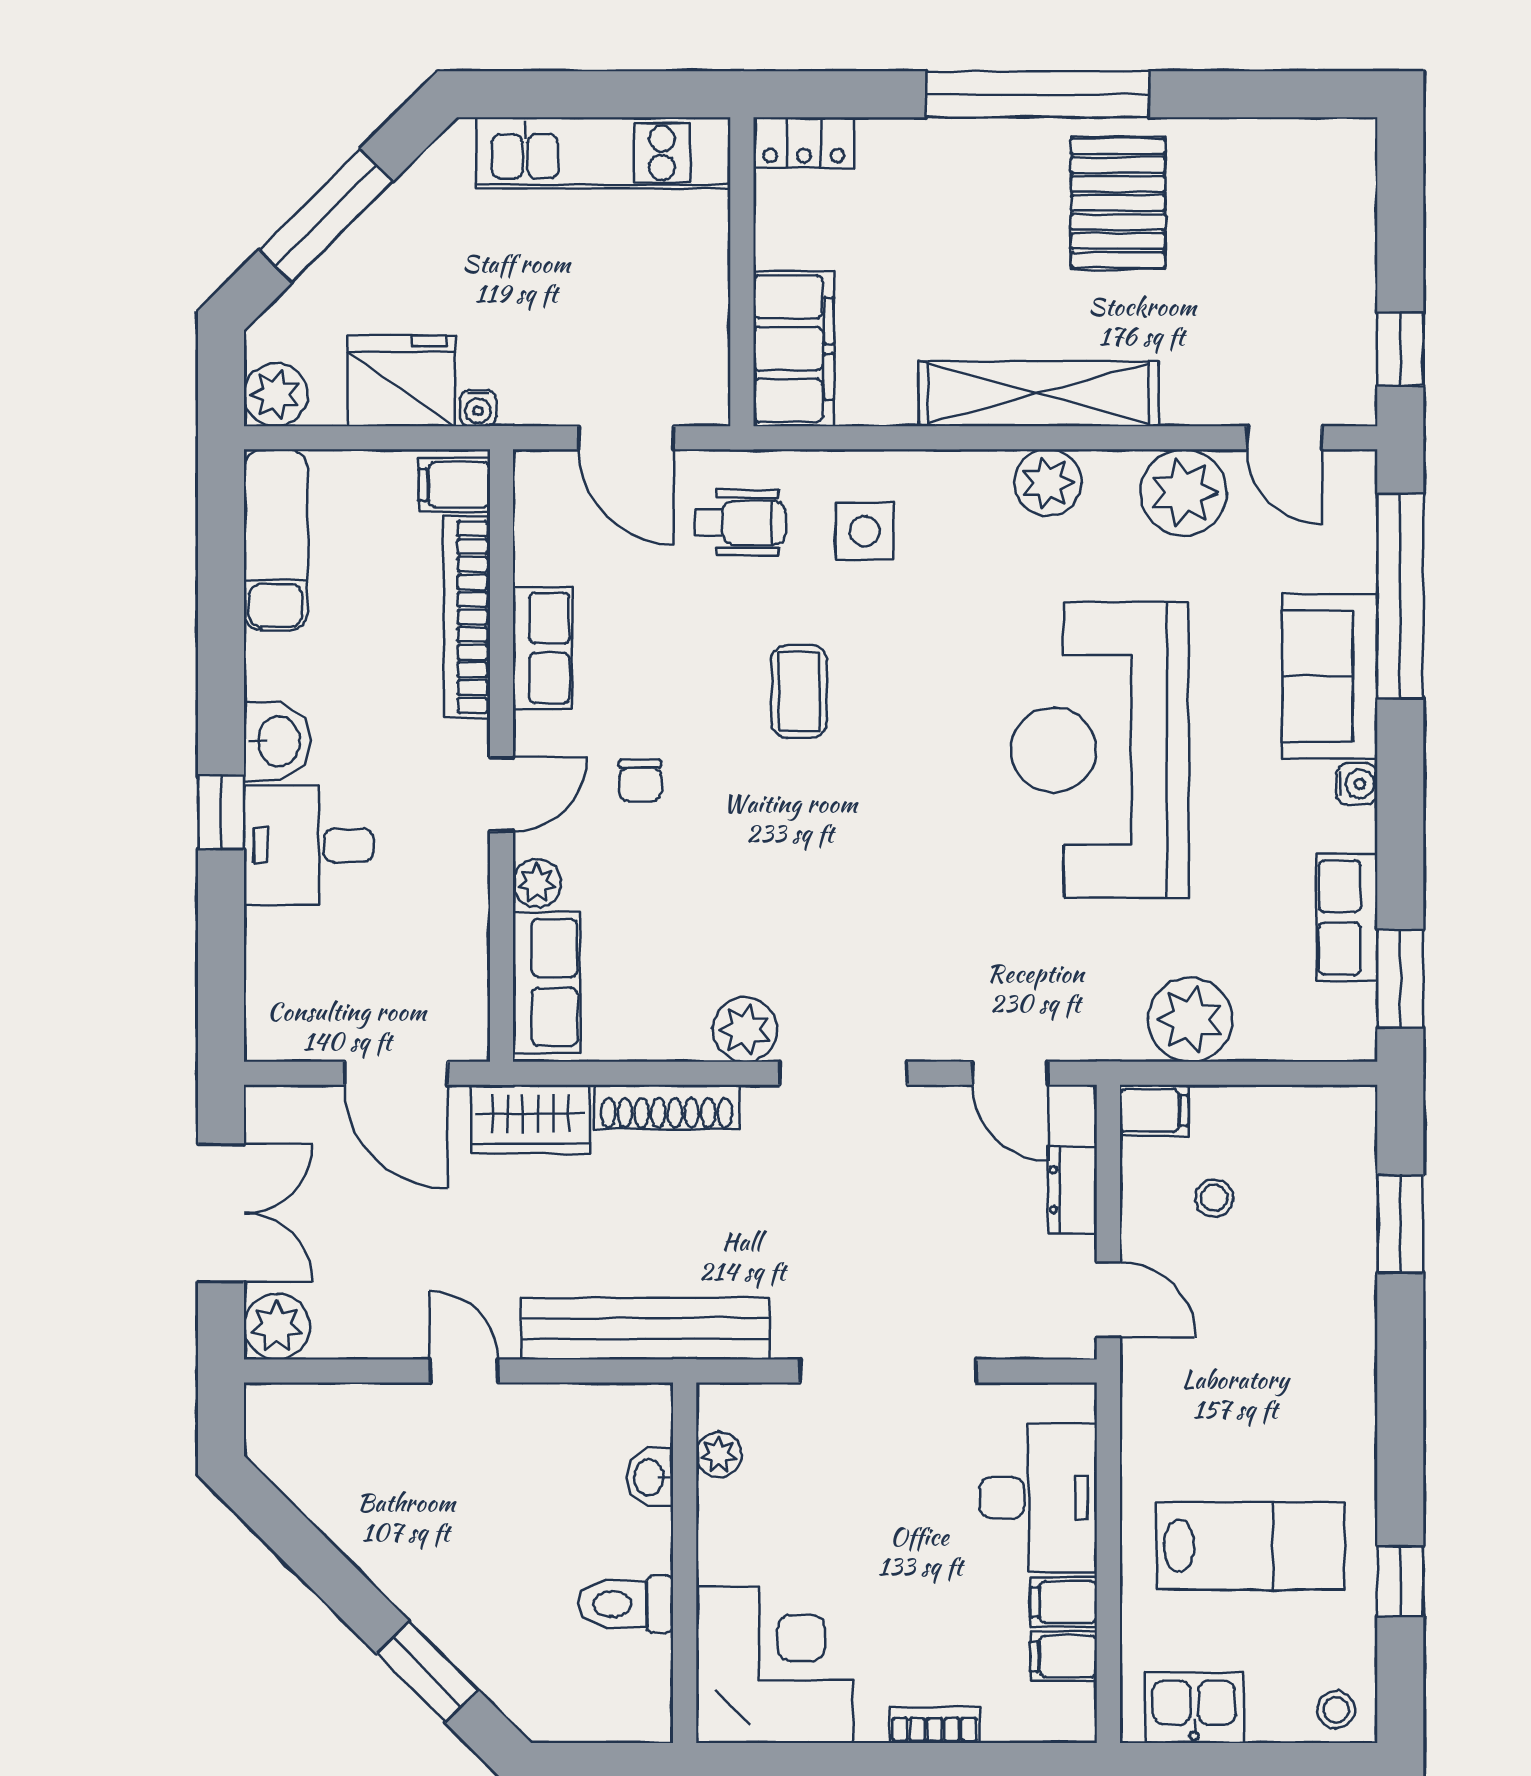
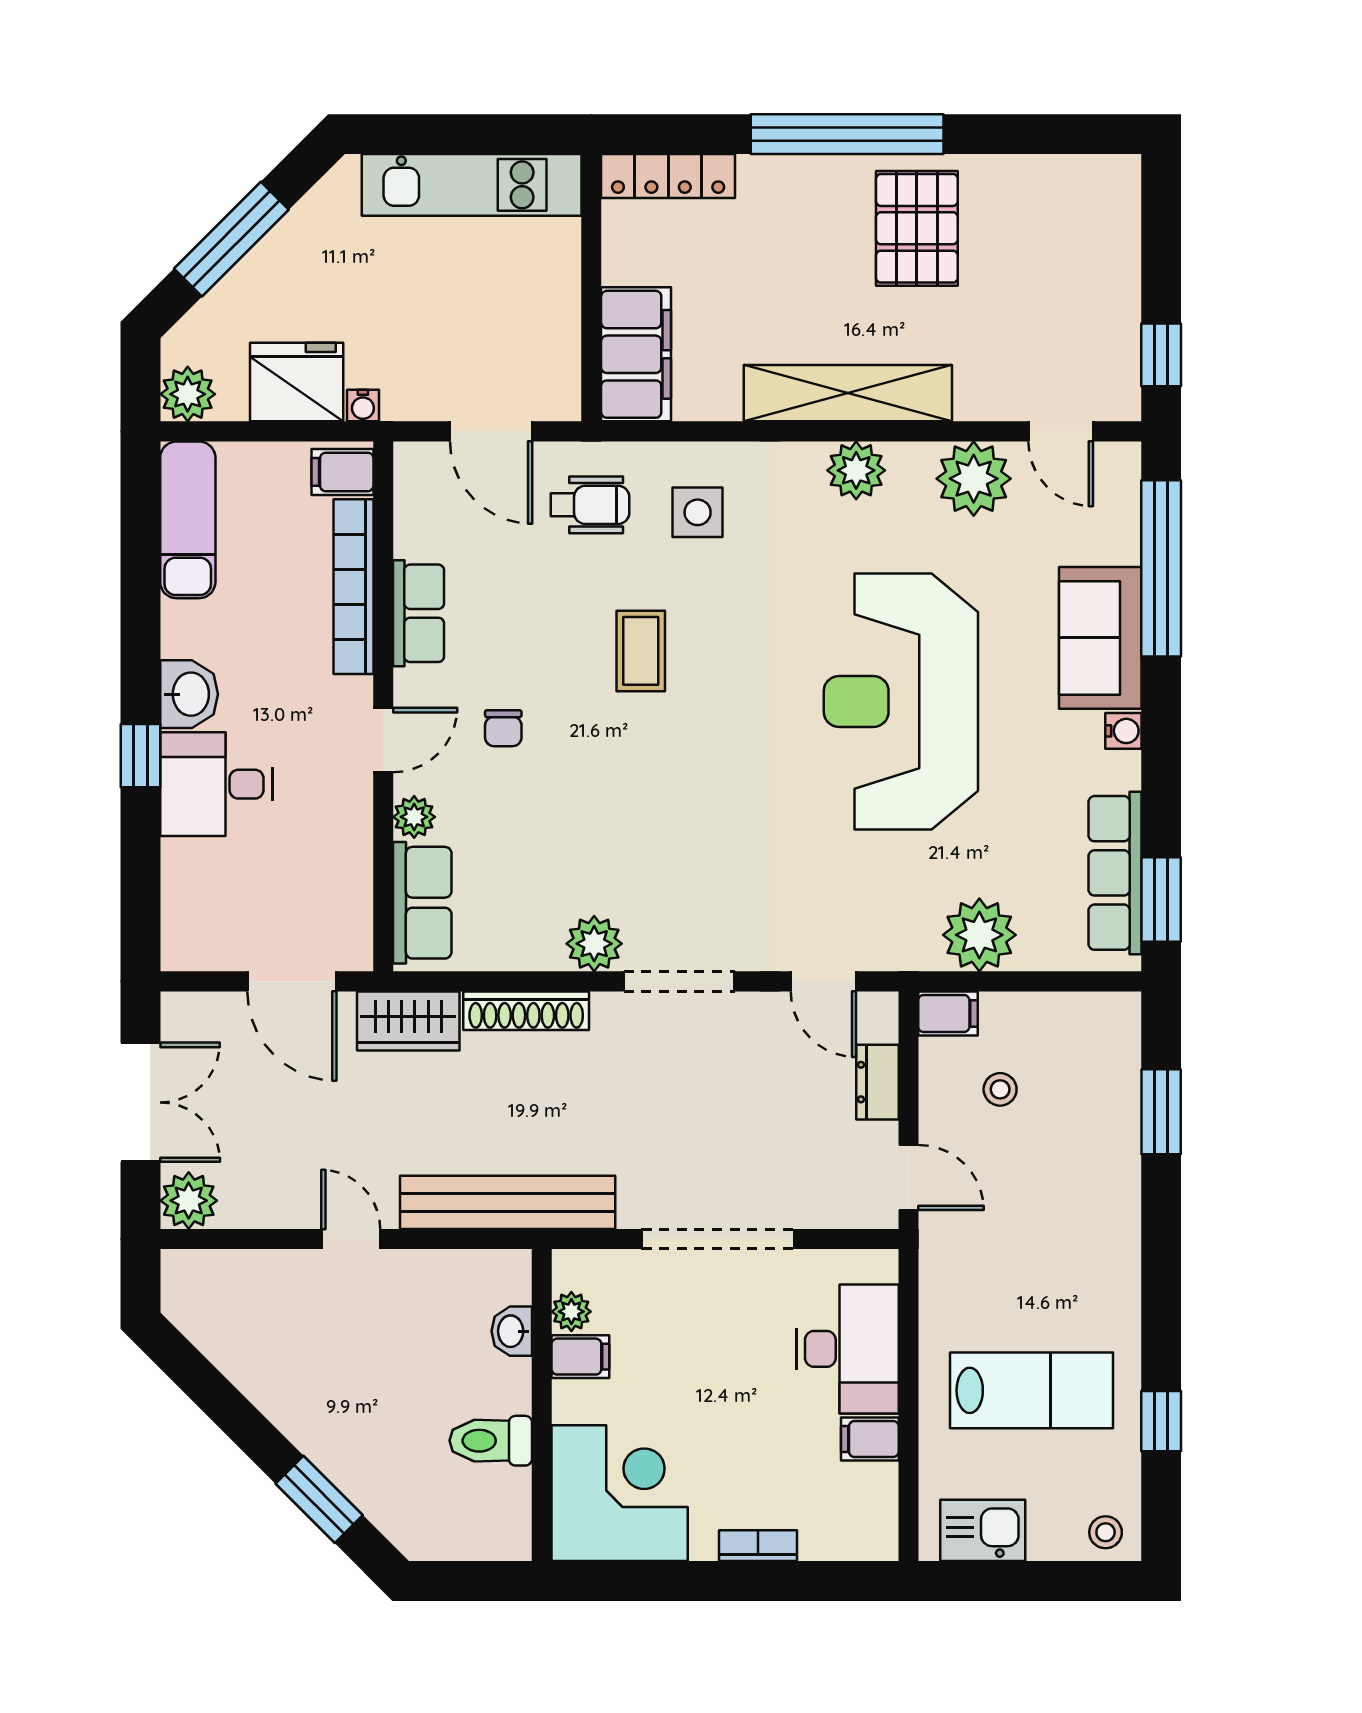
locker: (804, 143) -> (668, 176), width x1.53
row of seats: (1347, 918) -> (1115, 873), width x1.48
filing cabinet: (1064, 1656) -> (580, 1357), moved, turned 180

